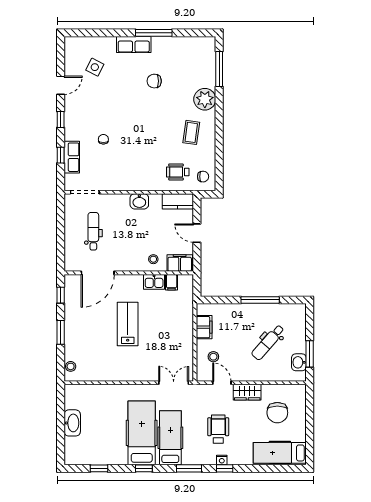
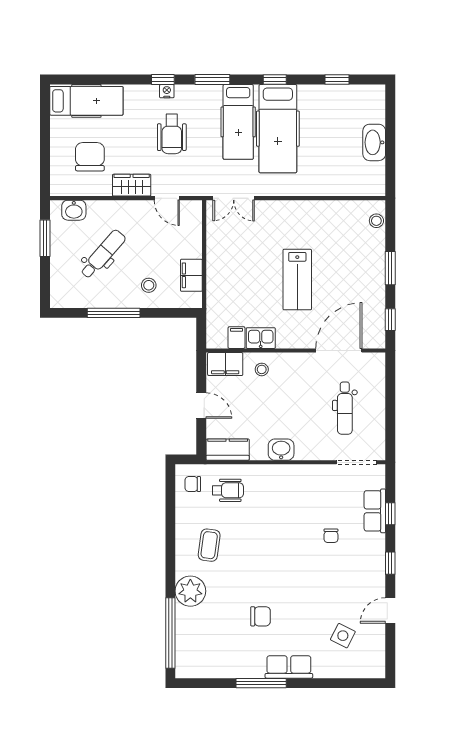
window: (219, 69) -> (170, 633), width x1.46
stool: (213, 357) -> (149, 285), moved
washbasin: (299, 362) -> (74, 210), moved, turned 90

